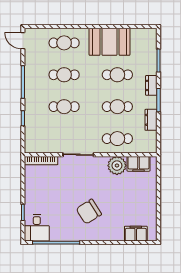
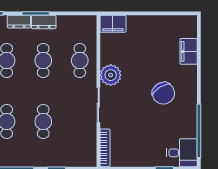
dresser: (151, 120) -> (44, 22), moved
filing cabinet: (139, 164) -> (113, 24), moved, turned 90
plant: (117, 166) -> (111, 75), moved
filing cabinet: (136, 234) -> (189, 51), moved

